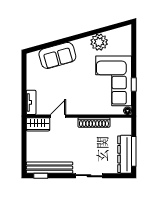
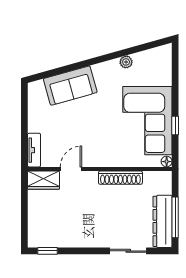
plant: (99, 42) -> (126, 62), width x0.53, depth x0.53
bench: (50, 168) -> (59, 240), removed
sliding door: (89, 176) -> (128, 251), moved

